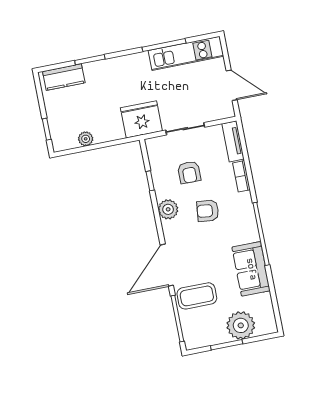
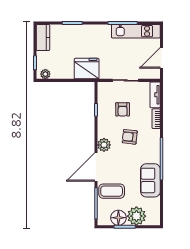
kitchen counter: (64, 77) -> (43, 37), moved, turned -90
door: (232, 85) -> (162, 58), swing flipped
fridge: (141, 119) -> (87, 69), moved
plant: (86, 139) -> (45, 74), moved
plant: (168, 209) -> (104, 145), moved
floor lamp: (215, 333) -> (118, 218), added

